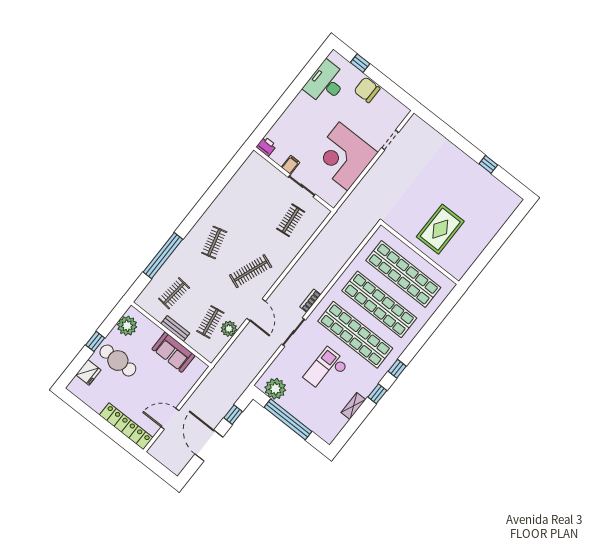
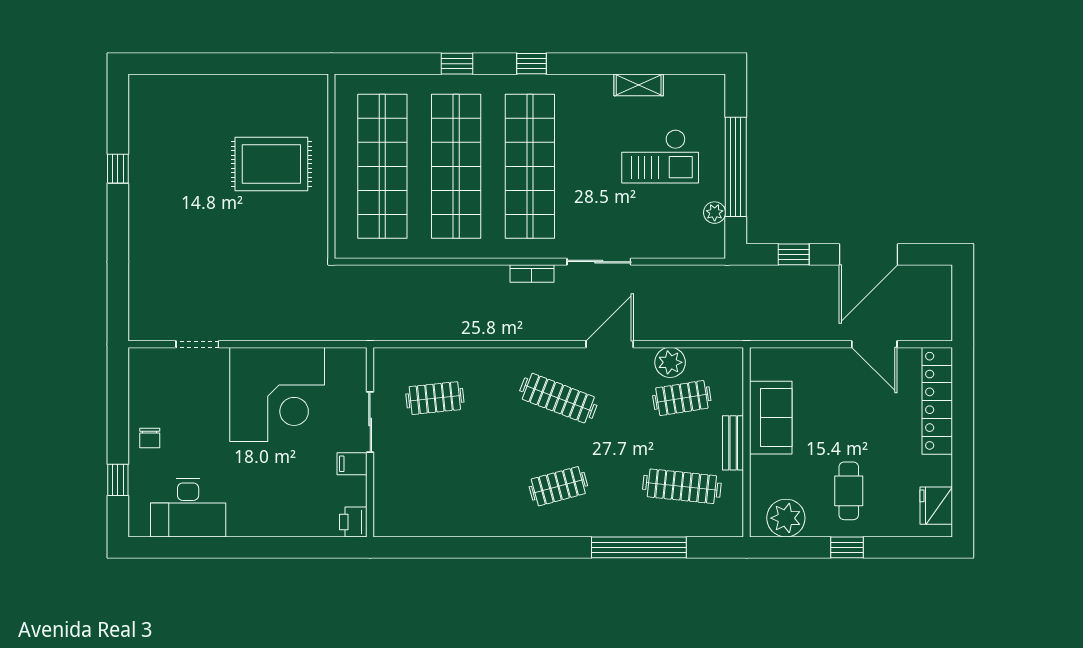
chair: (367, 90) -> (150, 438), width x0.54, depth x0.54
clothes rail: (174, 293) -> (682, 486), width x1.36
cafe table: (118, 361) -> (849, 491), width x0.73, depth x0.74
checkout: (326, 370) -> (660, 156), moved
fridge: (88, 372) -> (936, 506), moved, turned -90
plant: (275, 389) -> (715, 213), width x0.53, depth x0.53
window: (377, 394) -> (457, 64), moved

